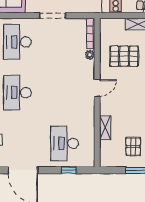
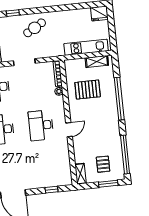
door: (97, 88) -> (69, 130), moved
shelving: (105, 128) -> (80, 174), moved
desk: (64, 143) -> (41, 125), moved

